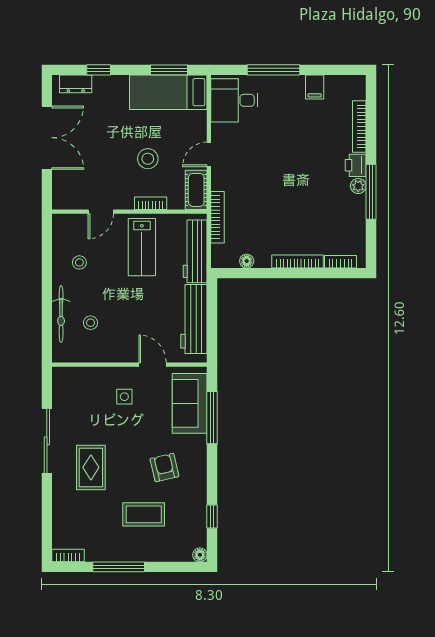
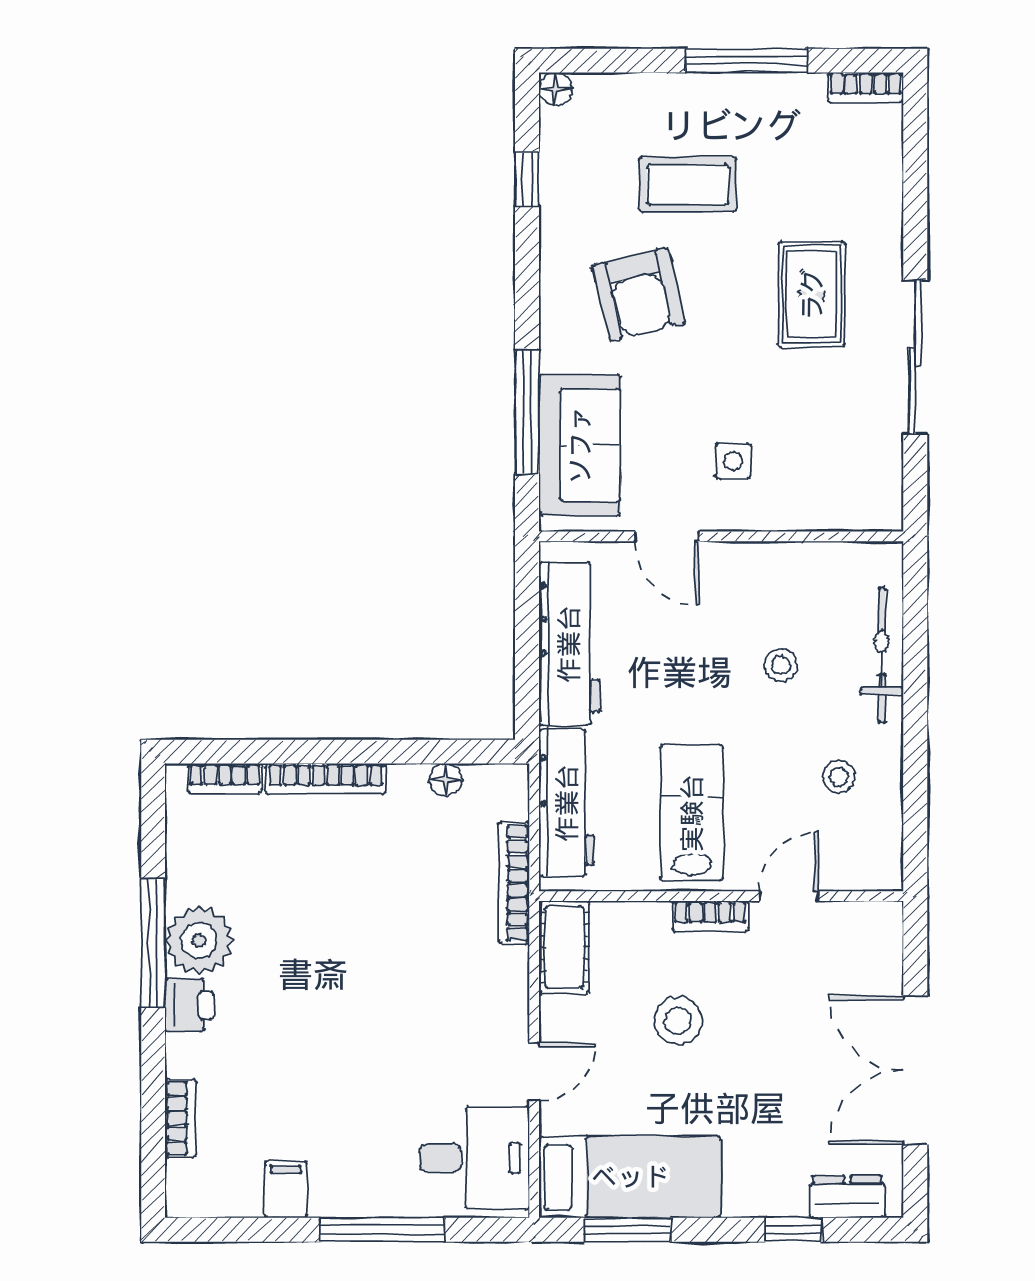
bookcase: (359, 126) -> (181, 1118), width x0.64
door: (209, 154) -> (534, 1072), moved
plant: (358, 186) -> (199, 941), width x1.87, depth x1.87
bookcase: (151, 203) -> (710, 916), moved
stool: (91, 323) -> (781, 665), moved
armchair: (164, 468) -> (639, 294), width x1.38, depth x1.38

